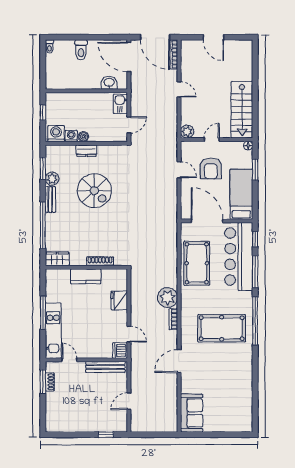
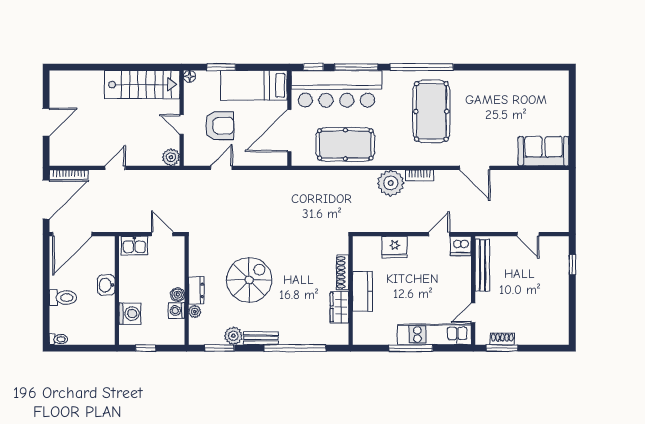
washbasin: (109, 83) -> (106, 285), moved
washing machine: (56, 134) -> (130, 314), moved, turned 180
plant: (70, 150) -> (195, 312), added
wardrobe: (57, 259) -> (339, 307), moved

